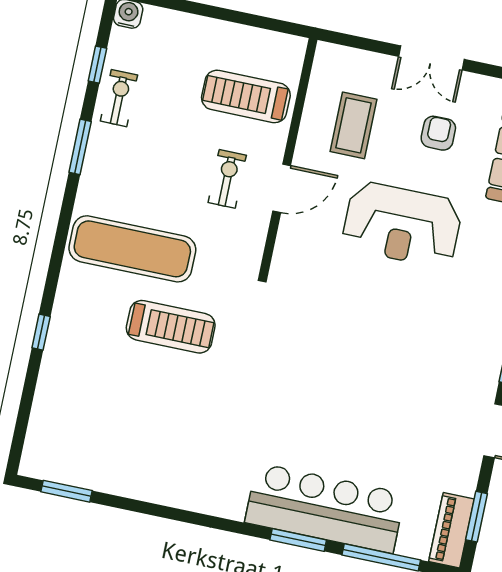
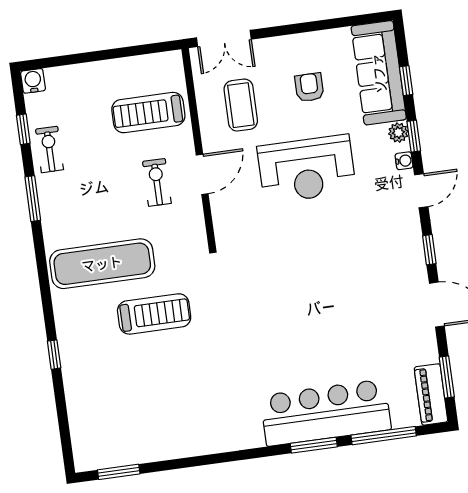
double door: (431, 58) -> (224, 38), moved

